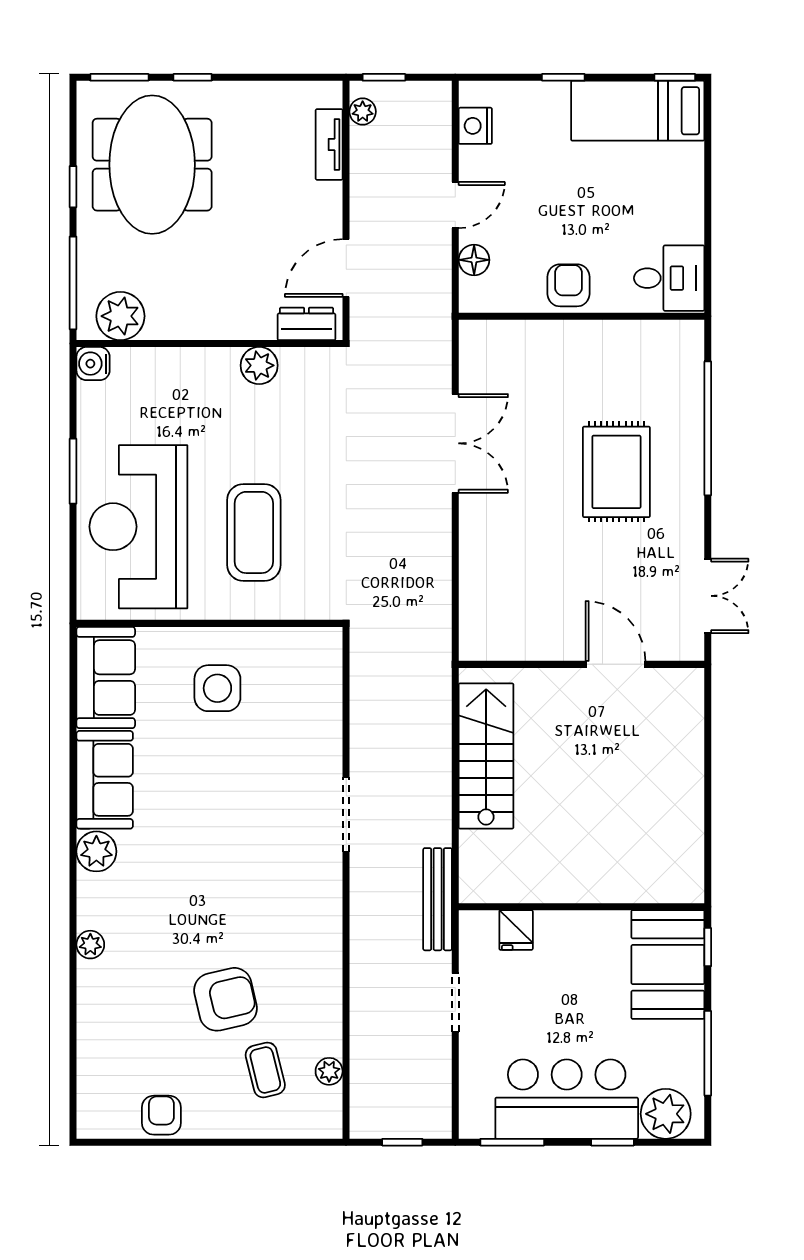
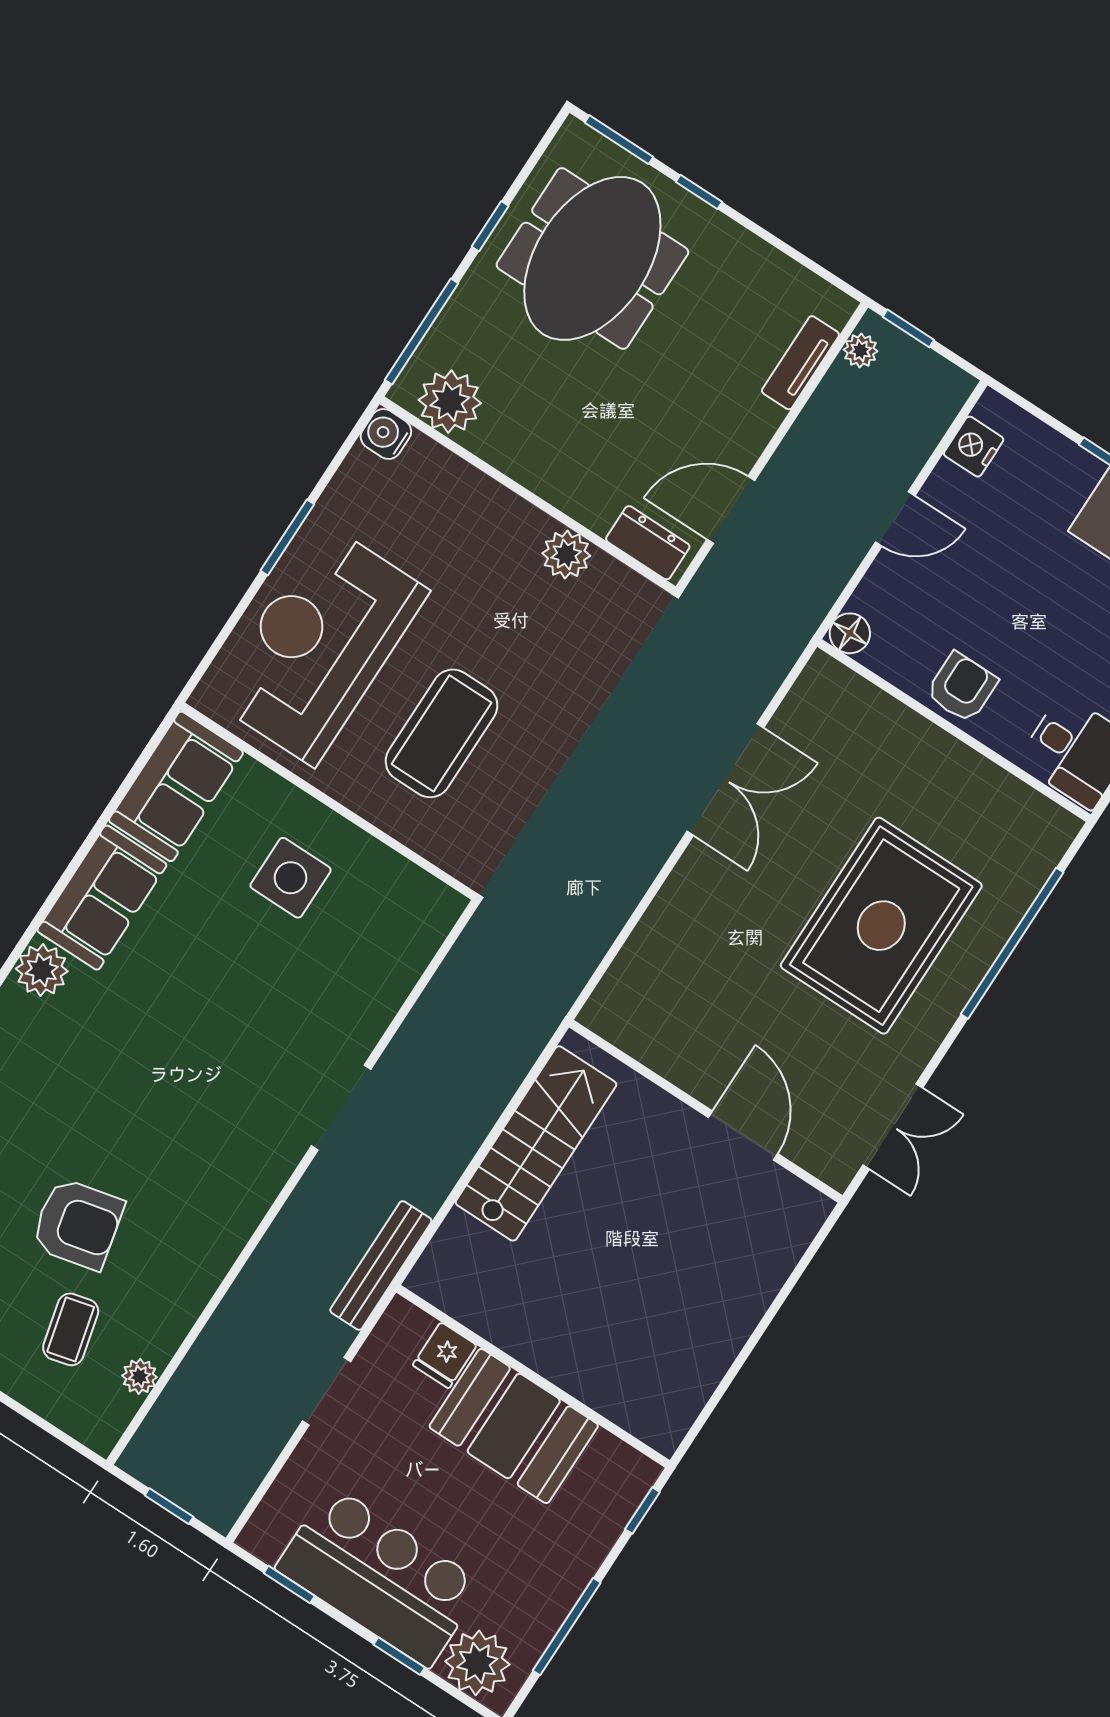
floor lamp: (474, 260) -> (850, 633), moved
rug: (616, 472) -> (881, 926), width x1.37, depth x1.44
booth: (668, 965) -> (514, 1426), moved, turned 90
window: (512, 1142) -> (289, 1584), width x0.67

